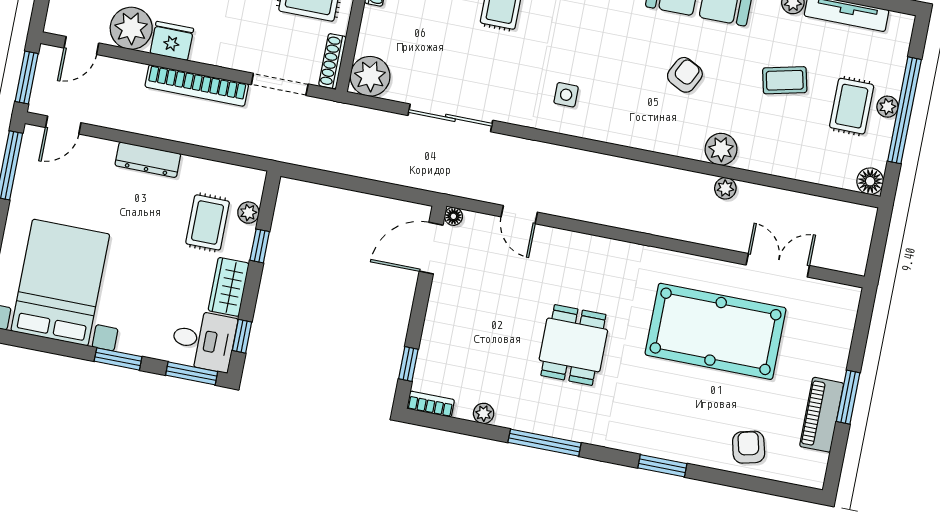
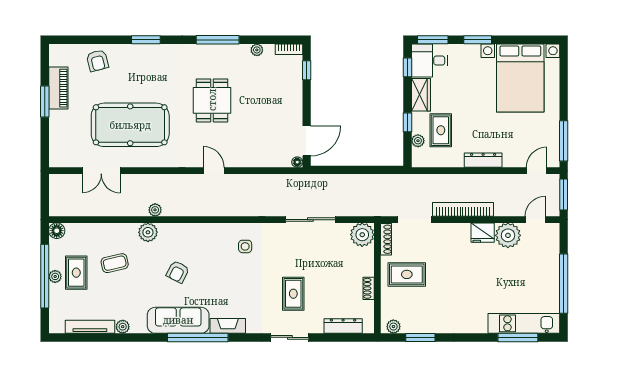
coffee table: (785, 80) -> (115, 263), moved
plant: (725, 188) -> (155, 210), moved
door: (519, 215) -> (214, 171), moved

